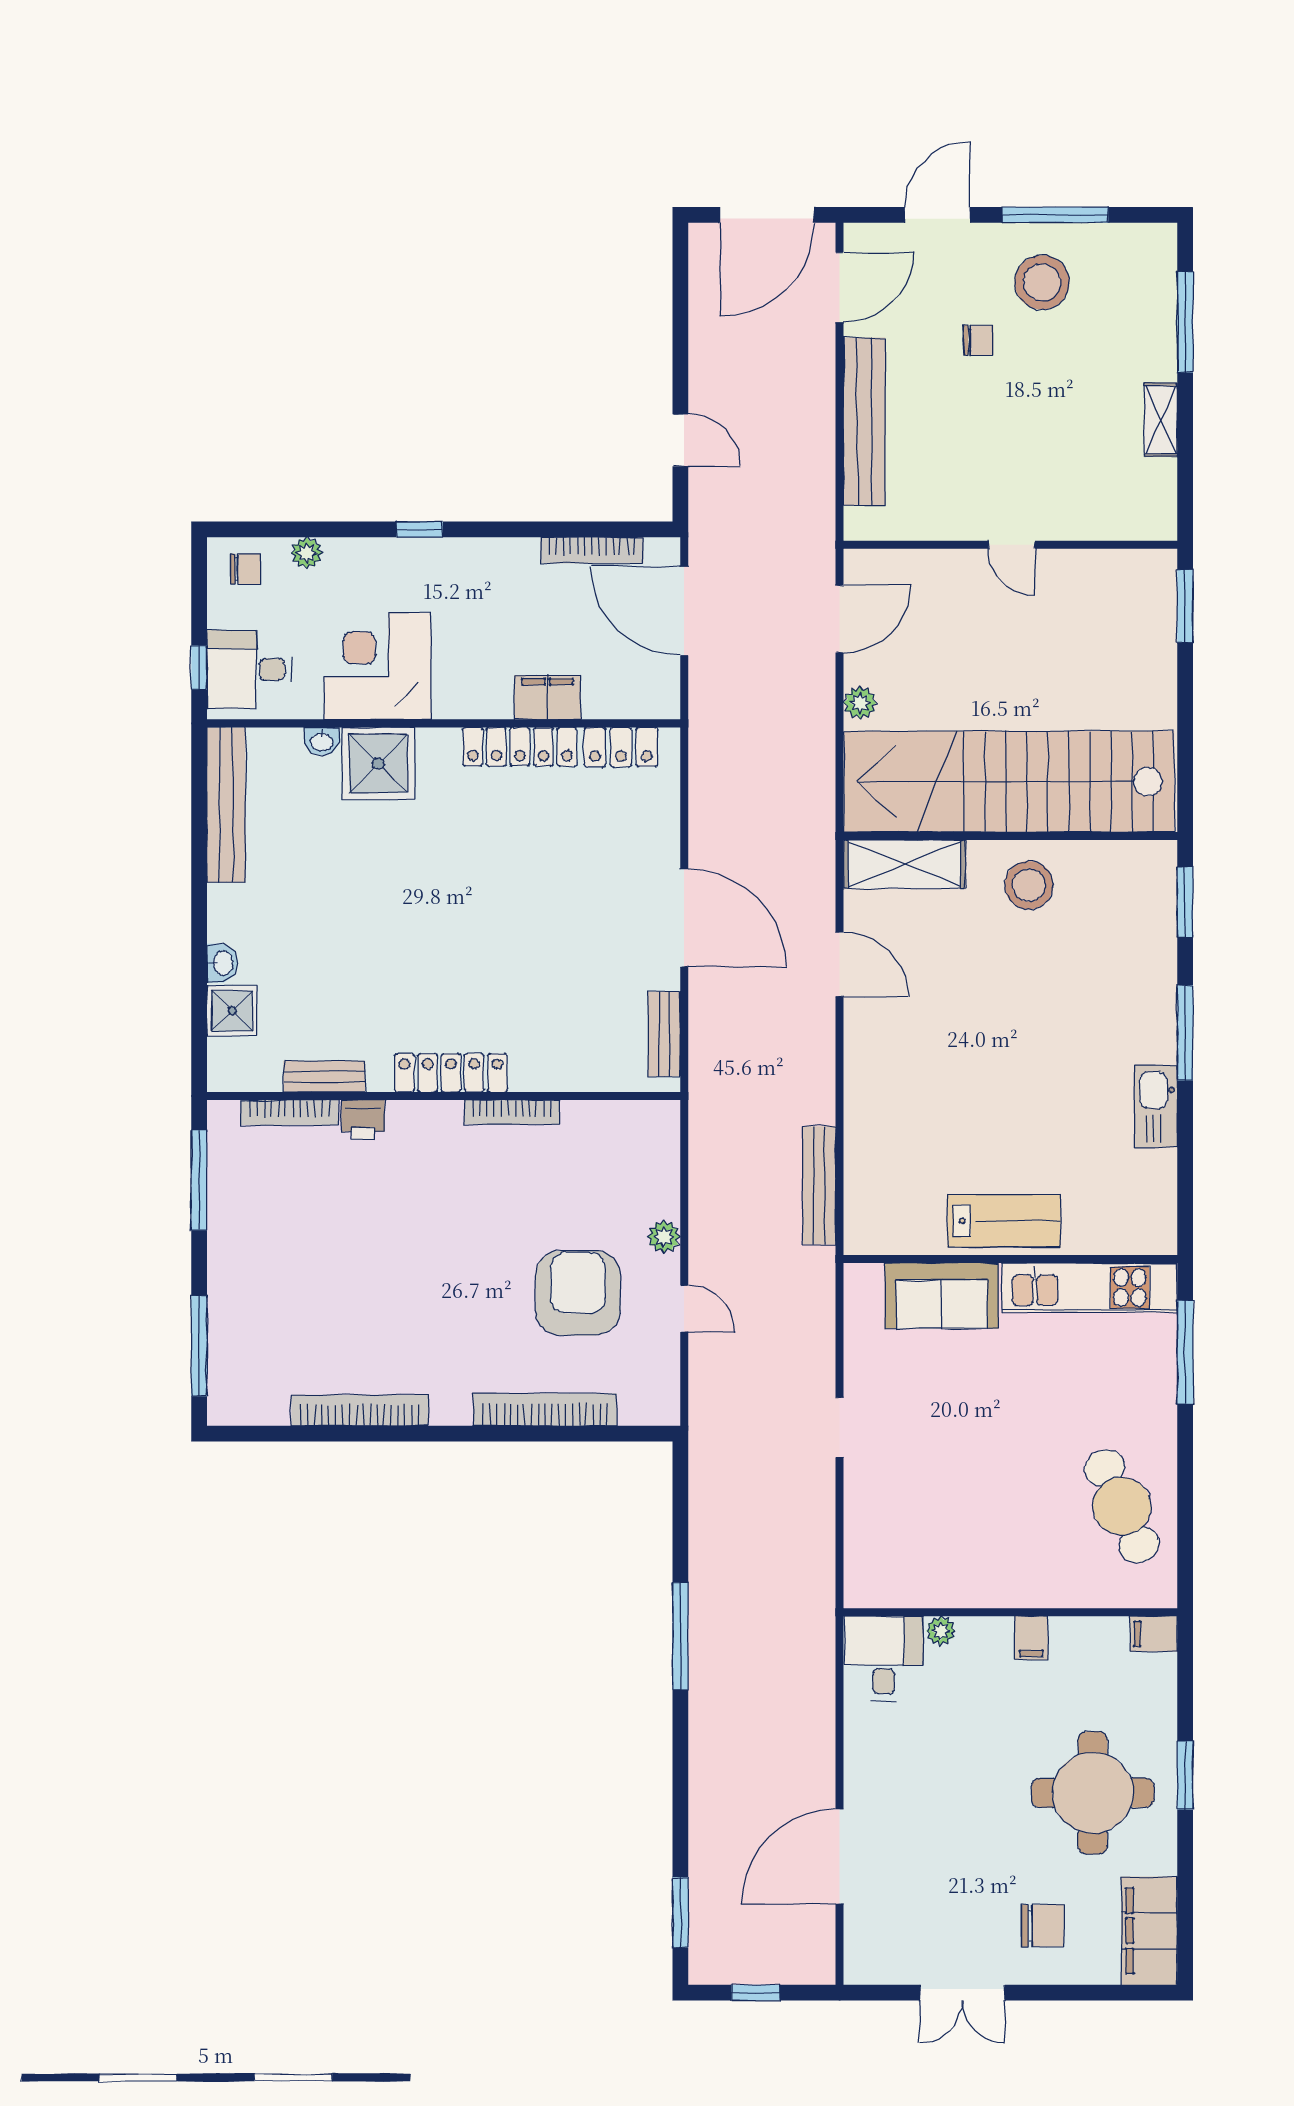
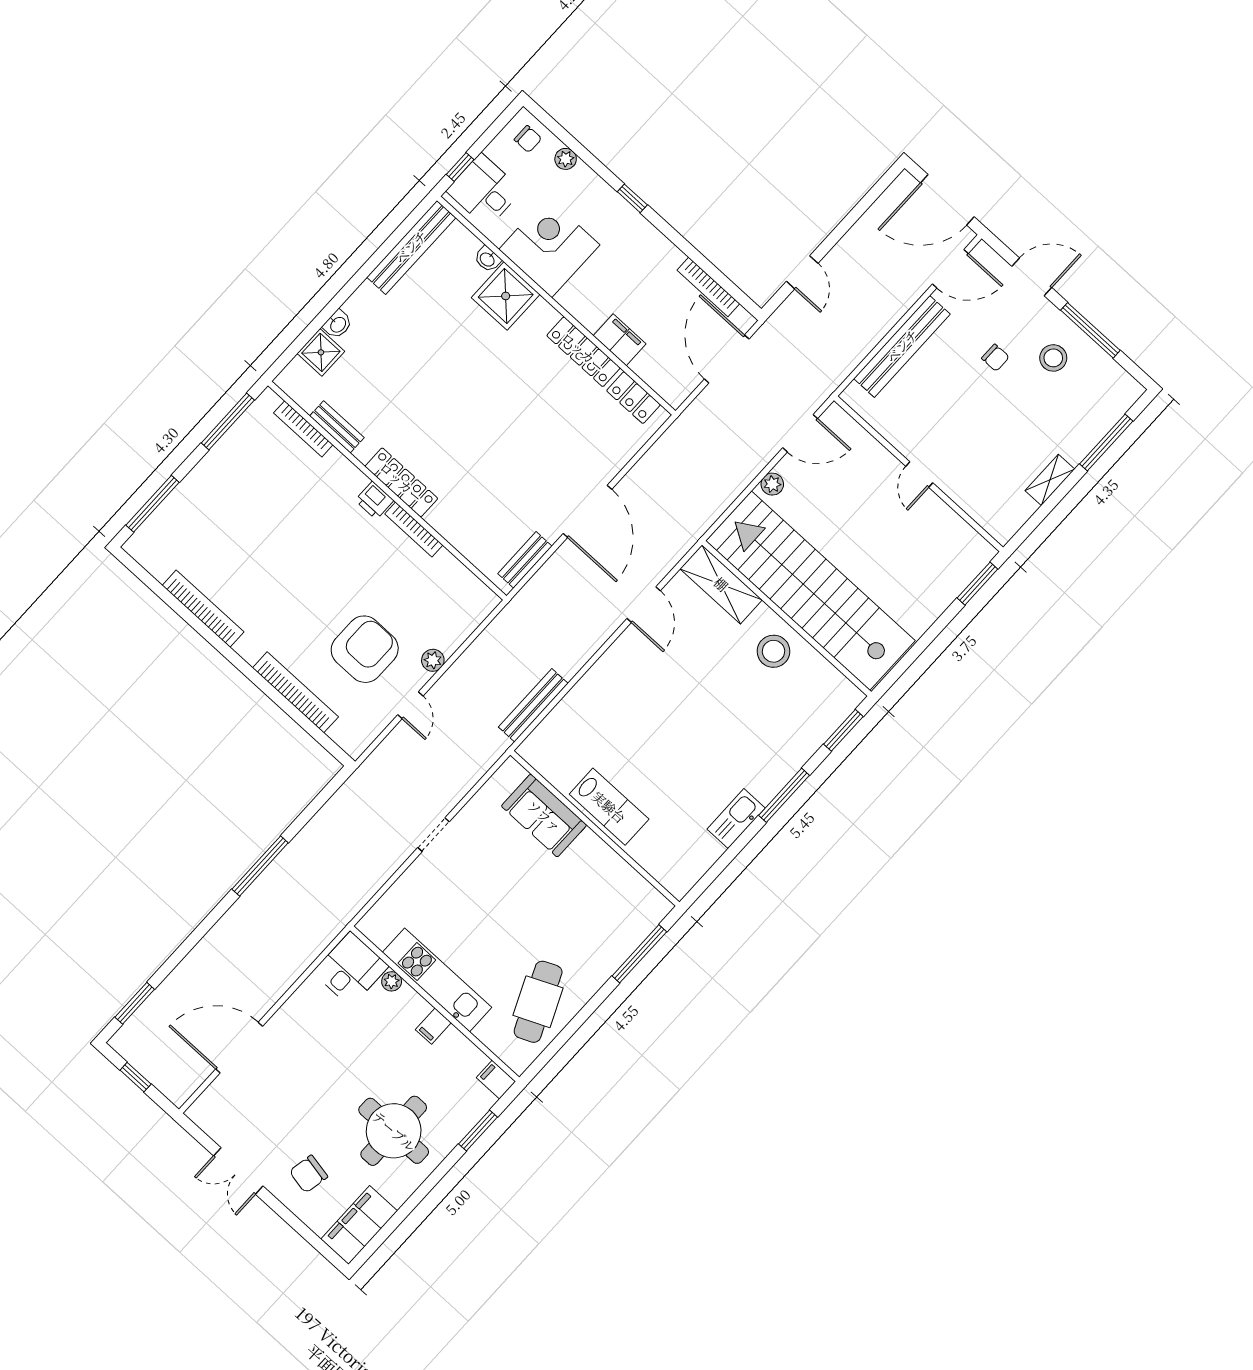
stool: (1042, 282) -> (1053, 358), width x0.73, depth x0.73
printer: (363, 1120) -> (374, 500), moved
kitchen unit: (1089, 1288) -> (437, 980), moved, turned 180
window: (1185, 1775) -> (478, 1131), moved
chair: (1043, 1926) -> (309, 1174), turned 101

